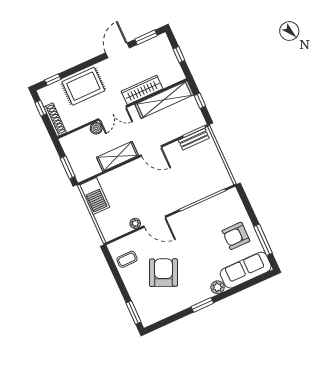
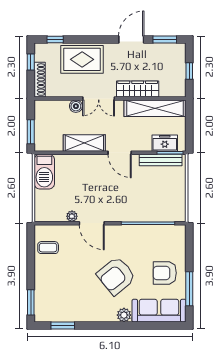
window: (200, 101) -> (189, 125), removed
freezer: (186, 125) -> (165, 143), added
bench: (194, 139) -> (161, 160), width x1.36
armchair: (163, 273) -> (116, 276), moved, turned -153
window: (202, 305) -> (63, 325), moved

